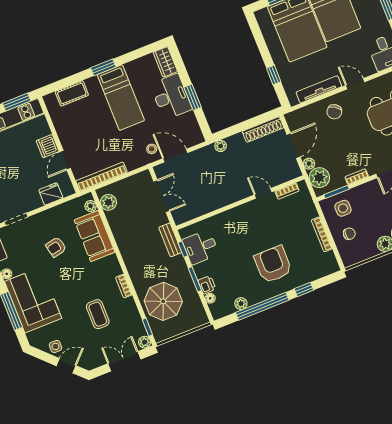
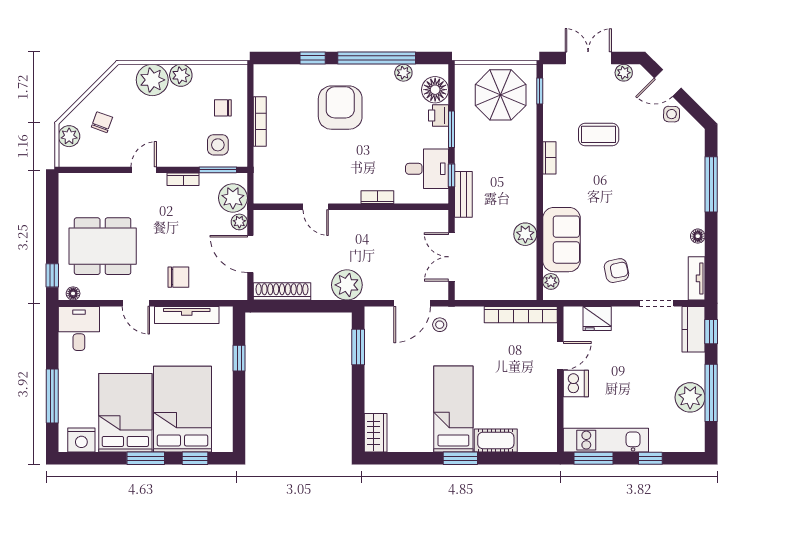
cot: (72, 93) -> (496, 440), moved
desk: (171, 97) -> (386, 384), removed
window: (193, 97) -> (358, 347), moved
chair: (334, 112) -> (178, 277), turned 57
plant: (221, 146) -> (347, 285), width x1.88, depth x1.88
door: (293, 146) -> (250, 254), hinge flipped
door: (175, 156) -> (412, 303), hinge flipped
bookcase: (287, 191) -> (377, 197), moved
plant: (108, 202) -> (525, 234), moved
armchair: (56, 247) -> (616, 271), moved
armchair: (273, 264) -> (340, 108), turned 180
floor lamp: (210, 298) -> (435, 90), width x1.89, depth x1.89
corner sofa: (33, 300) -> (677, 188), removed
parasol: (163, 301) -> (501, 95), moved
coffee table: (98, 314) -> (599, 134), turned 90
plant: (145, 342) -> (624, 73), moved
double door: (124, 361) -> (588, 58), swing flipped

